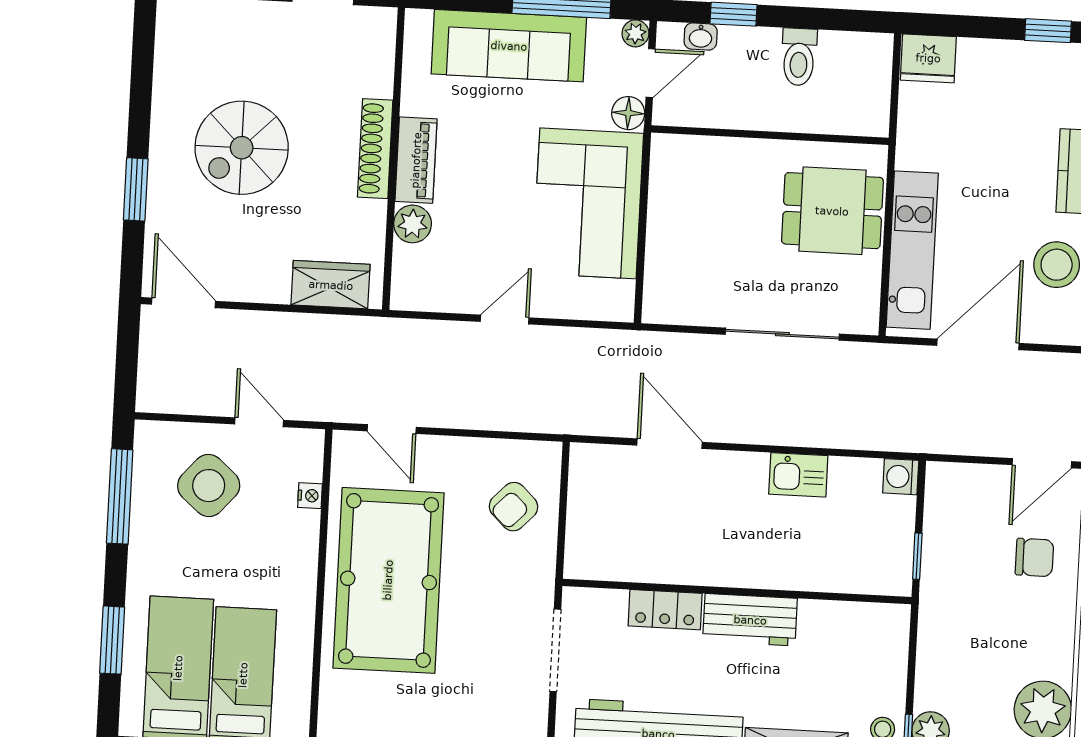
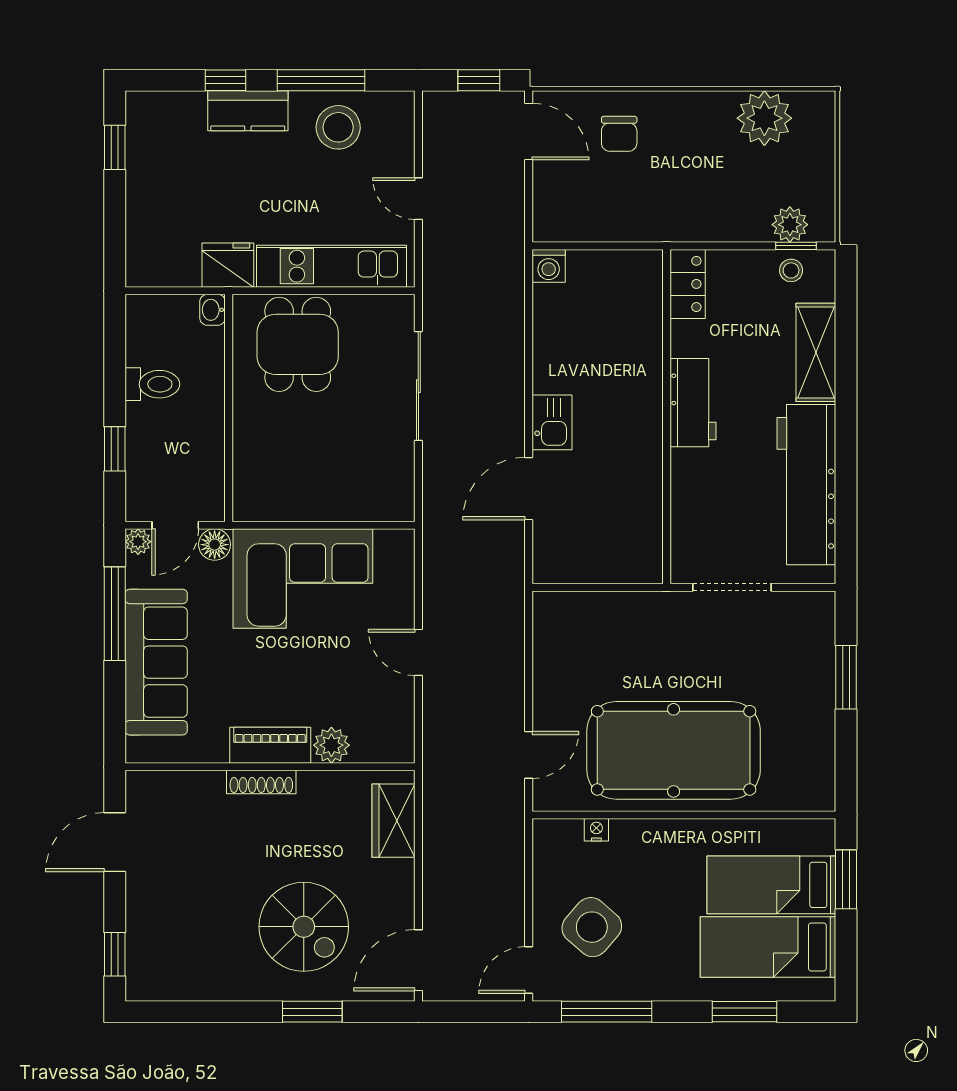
washbasin: (701, 36) -> (213, 310), moved, turned 180
fridge: (928, 58) -> (228, 265), moved, turned -90
door: (650, 73) -> (175, 525), swing flipped
spiral stairs: (242, 148) -> (304, 927), moved
shoe rack: (375, 149) -> (261, 782), width x0.74, depth x0.81
door: (978, 344) -> (418, 199), width x0.53
door: (259, 422) -> (529, 970), moved
kitchen sink: (798, 475) -> (552, 422), moved
armchair: (514, 507) -> (597, 635), removed
window: (917, 556) -> (624, 246), removed
chair: (1034, 557) -> (619, 134), turned 180
locker: (665, 610) -> (688, 284), moved

